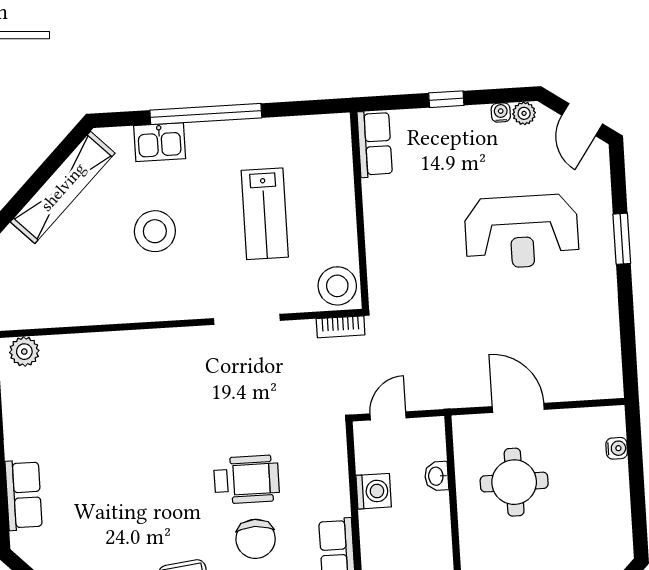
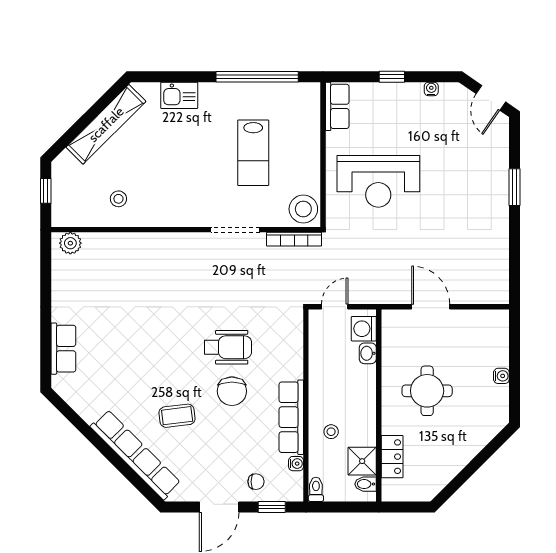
plant: (524, 113) -> (448, 91), removed
window: (206, 114) -> (257, 77), moved
stool: (155, 231) -> (118, 199), moved, width x0.53, depth x0.53
reception desk: (522, 232) -> (378, 181), moved
bookcase: (341, 327) -> (294, 239), width x1.56
water cooler: (617, 448) -> (501, 376), moved
round table: (514, 482) -> (427, 391), moved
washing machine: (374, 491) -> (364, 329), moved, turned 180

